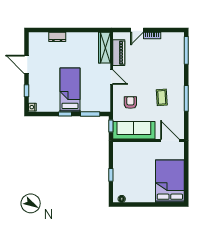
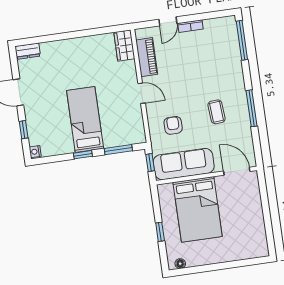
dresser: (57, 37) -> (28, 51), moved
wardrobe: (104, 48) -> (124, 45), width x0.67
bed: (170, 181) -> (198, 209), moved, turned 180

